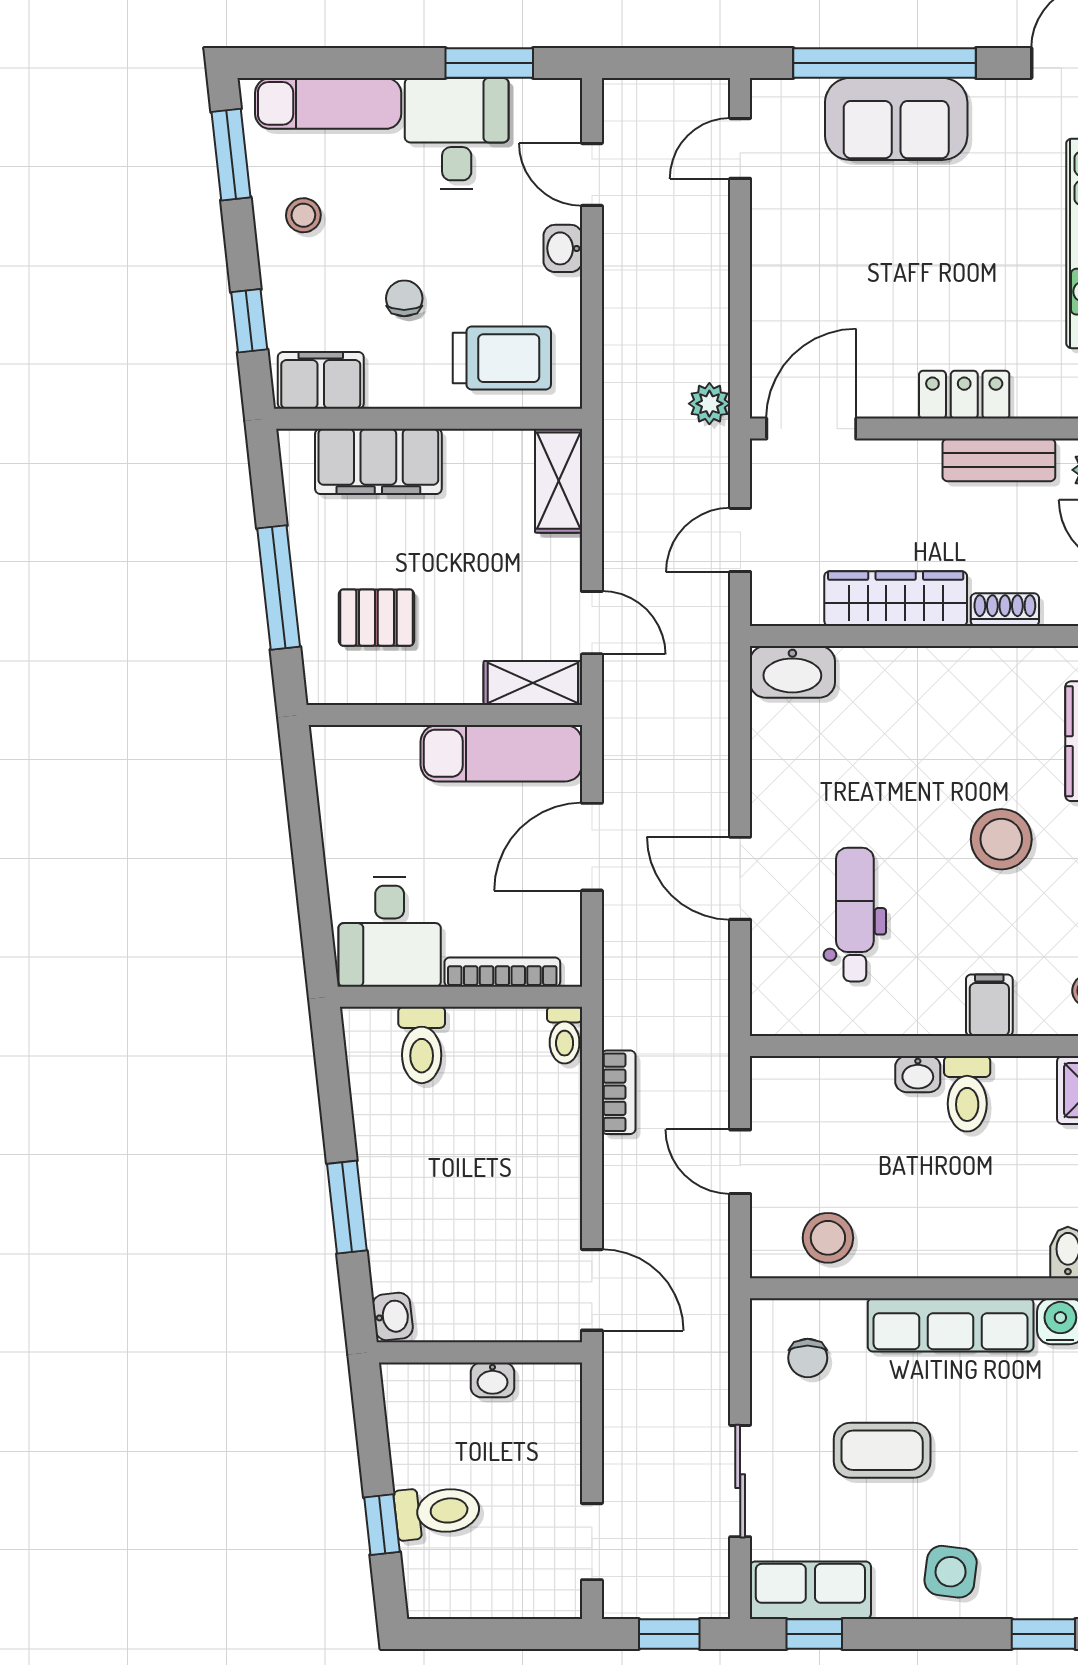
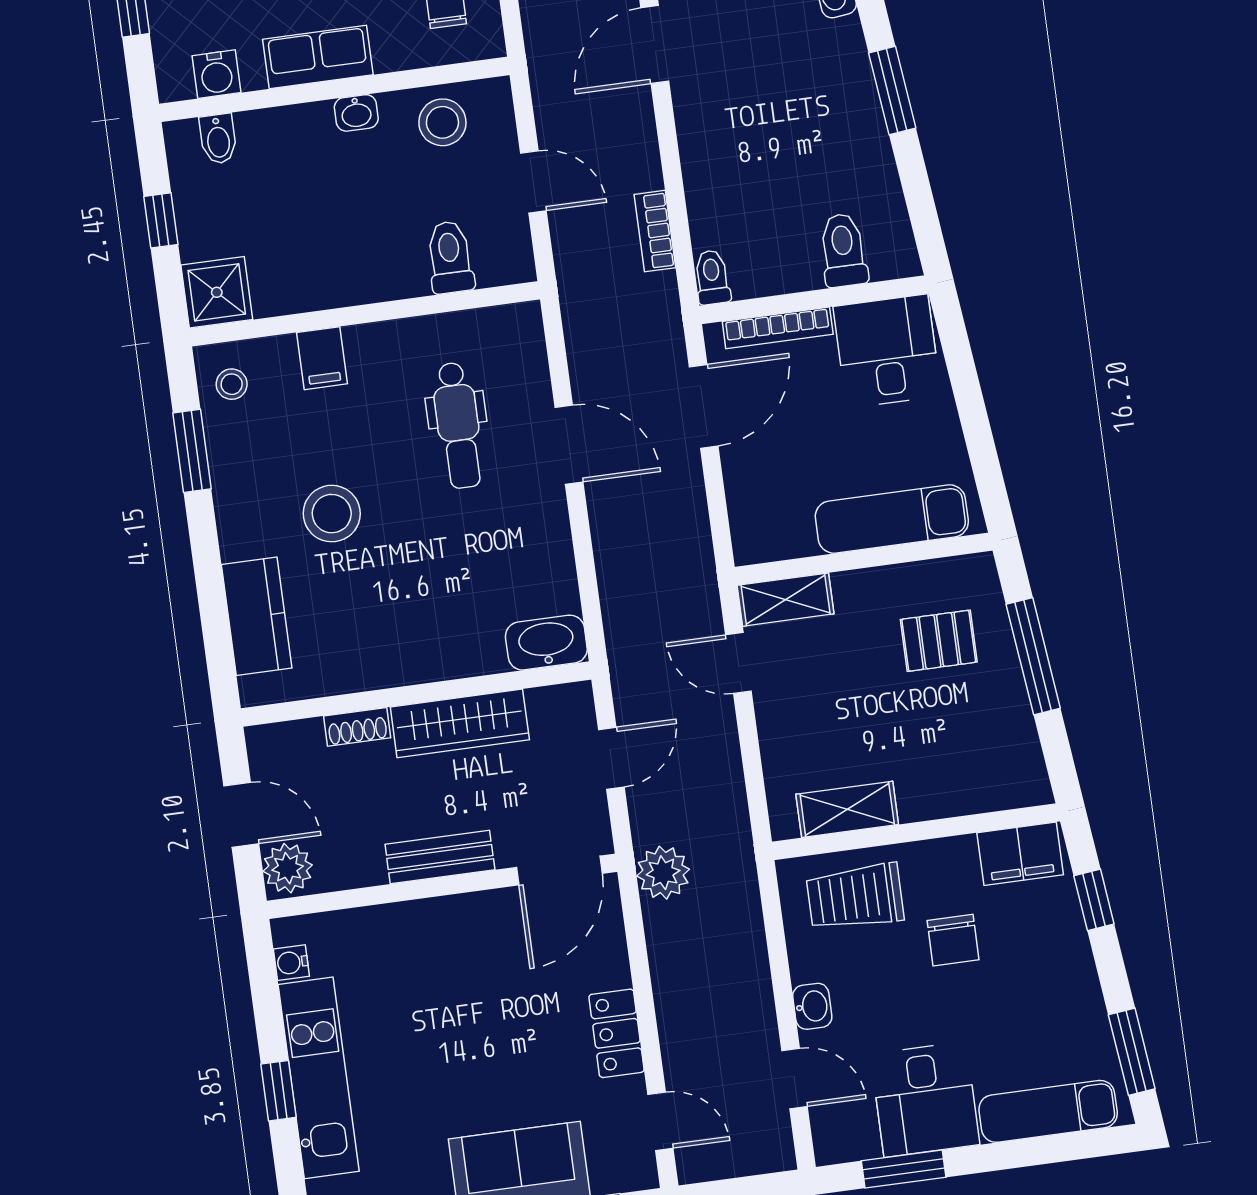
door: (740, 148) -> (660, 1121), hinge flipped
stool: (303, 215) -> (1057, 1005), removed
chair: (404, 298) -> (953, 940), width x1.37, depth x1.37
locker: (964, 395) -> (617, 1033), moved, turned 90
plant: (709, 404) -> (663, 873), width x1.38, depth x1.38
bench: (999, 460) -> (440, 857), moved
filing cabinet: (378, 461) -> (957, 786), removed
shelving: (559, 481) -> (847, 809), moved, turned 90
exam couch: (501, 753) -> (892, 519), moved
door: (592, 847) -> (704, 406), moved
washbasin: (918, 1074) -> (356, 113), moved, turned 180
toilet: (967, 1094) -> (450, 257), moved
door: (592, 1290) -> (655, 44), hinge flipped
row of seats: (951, 1325) -> (318, 57), width x0.68

